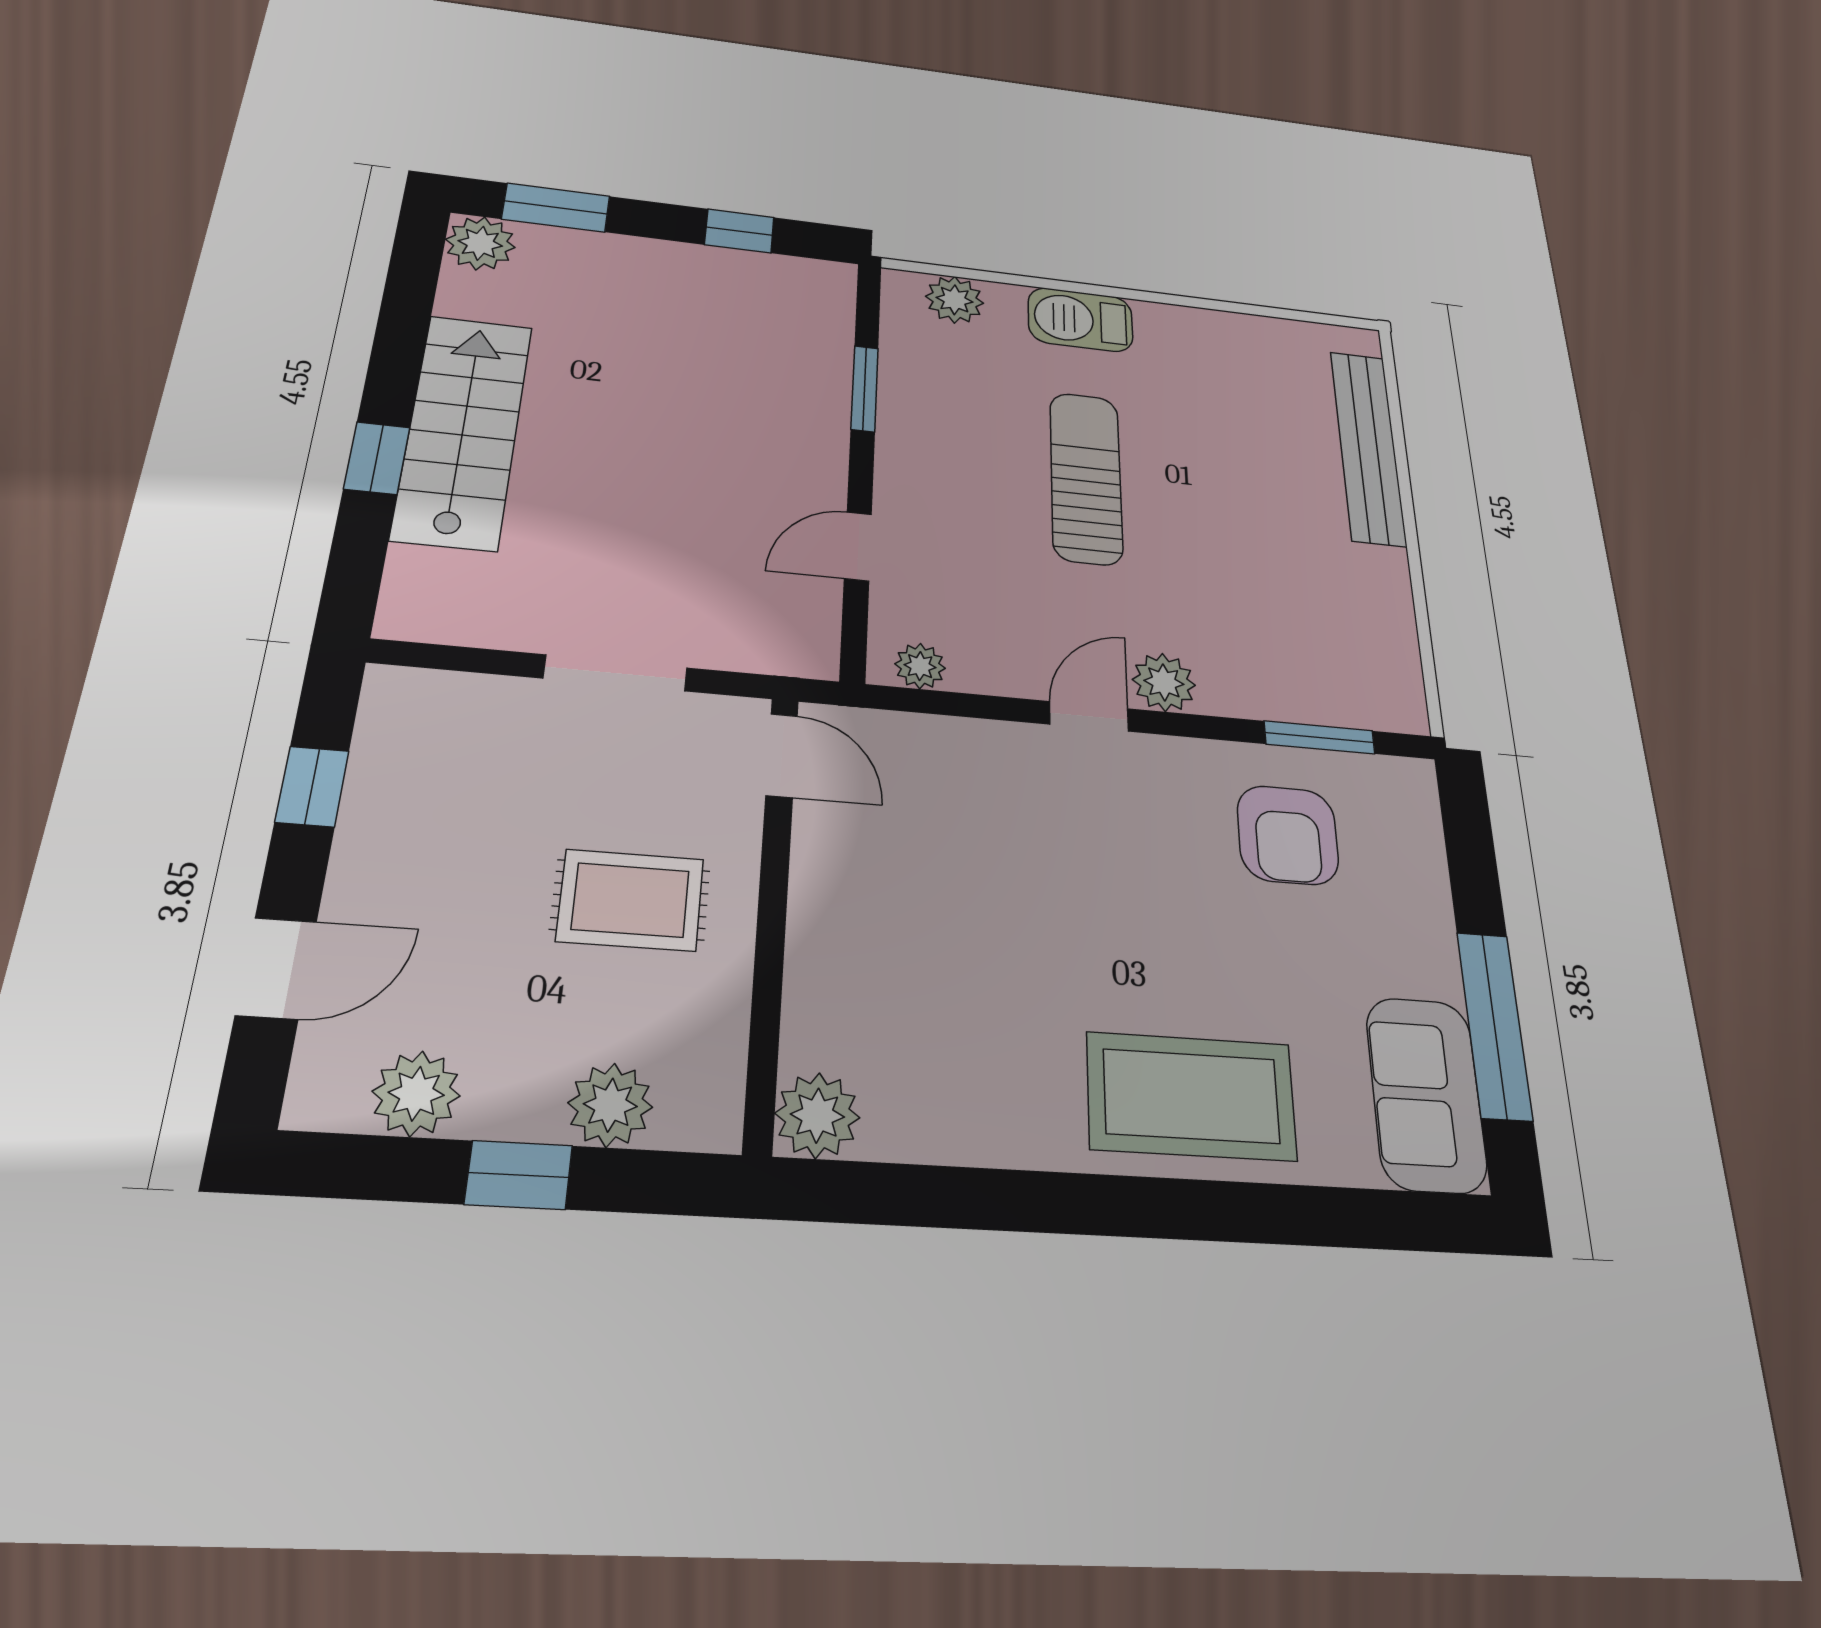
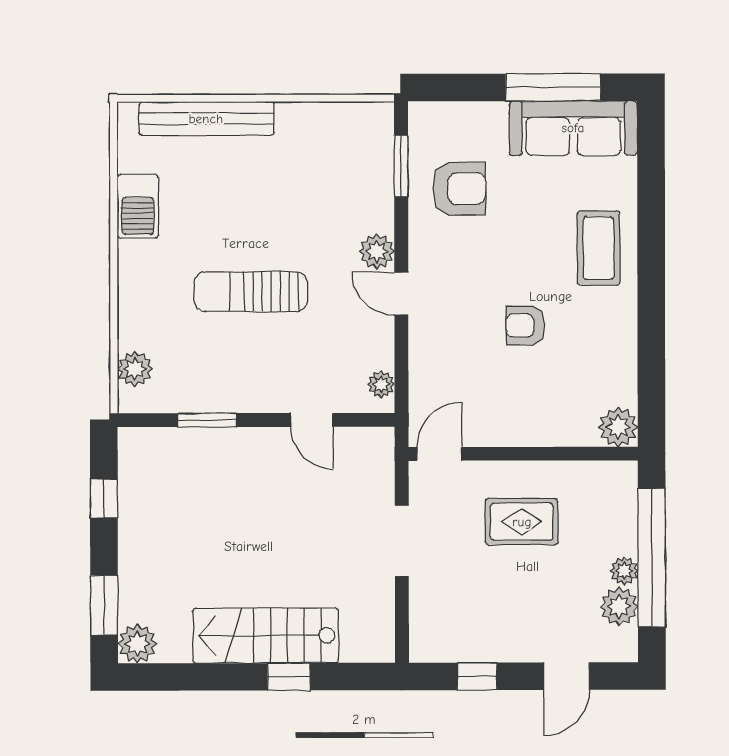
barbecue: (1080, 320) -> (138, 206), moved
rug: (631, 900) -> (522, 522), turned 90
armchair: (1032, 938) -> (525, 325), added
door: (276, 968) -> (566, 676), swing flipped
sofa: (1426, 1094) -> (573, 128), width x1.36
coffee table: (1191, 1096) -> (599, 248), width x0.73, depth x0.76
plant: (610, 1105) -> (624, 571), moved, width x0.73, depth x0.73
window: (519, 1175) -> (652, 558), width x3.17

